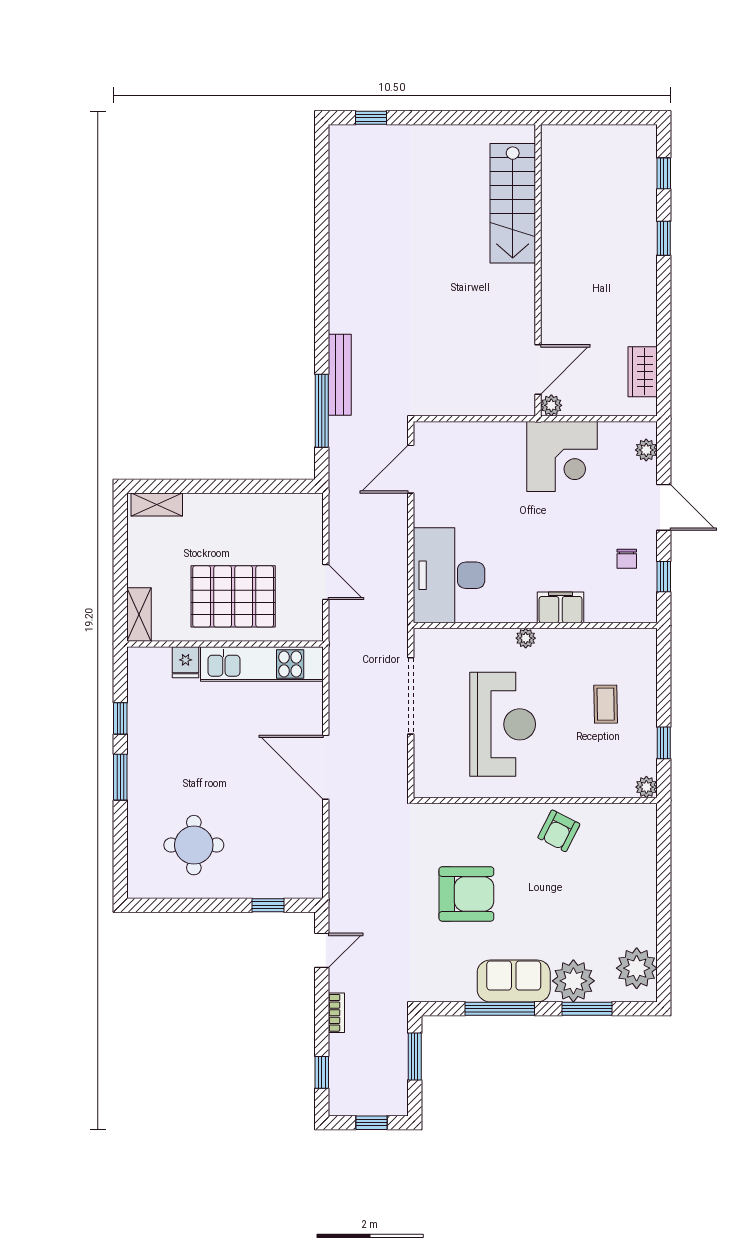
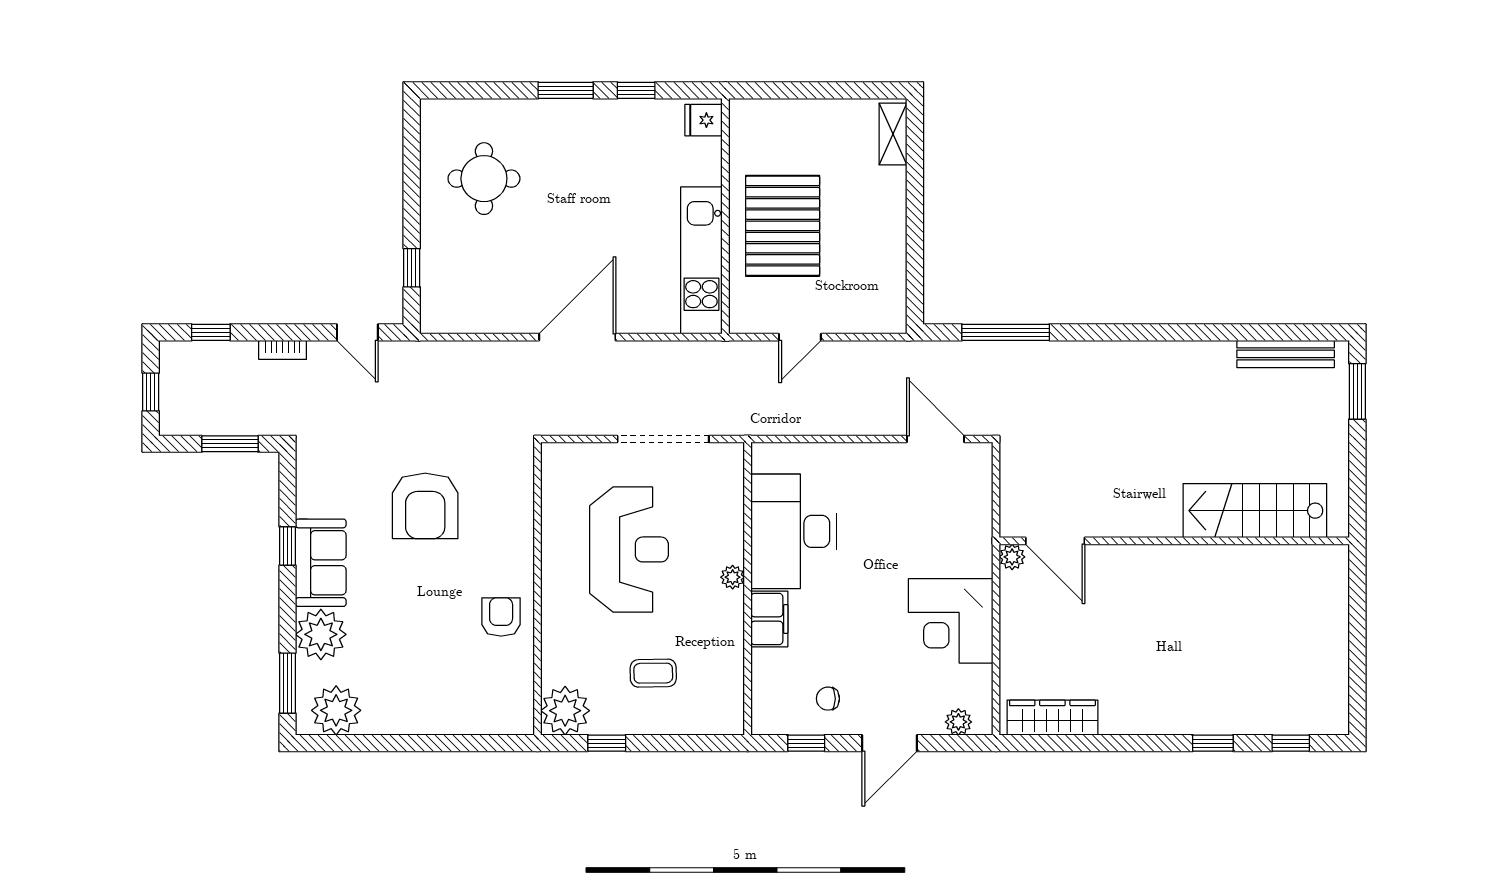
window: (371, 118) -> (1357, 391), width x1.50
stairs: (513, 203) -> (1255, 511), moved
wall: (538, 270) -> (1174, 541), moved
door: (538, 369) -> (1055, 541), moved
wardrobe: (643, 372) -> (1052, 718), width x1.50
bench: (340, 375) -> (1286, 354), moved
plant: (551, 405) -> (1012, 557), moved
desk: (449, 575) -> (794, 531), moved, turned -90
shelving: (139, 615) -> (761, 113), removed
fridge: (186, 662) -> (703, 120), moved
reception desk: (503, 724) -> (629, 549), turned -90
plant: (646, 787) -> (565, 711), width x1.88, depth x1.88
armchair: (559, 831) -> (501, 617), turned 63
window: (500, 1009) -> (287, 546), width x0.46
window: (587, 1009) -> (287, 683), moved

